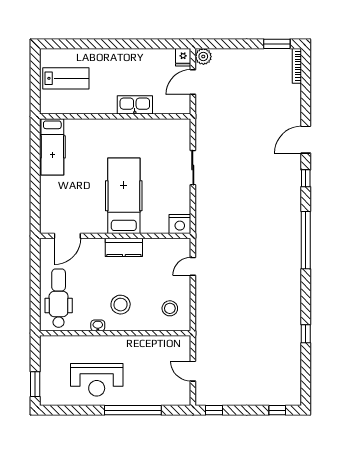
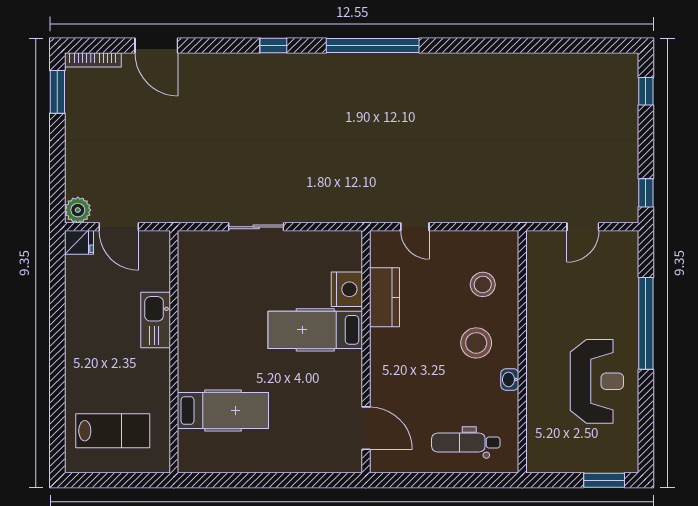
lab bench: (66, 78) -> (113, 431), turned 90
door: (306, 140) -> (156, 46), moved
hospital bed: (52, 147) -> (223, 411), moved
hospital bed: (124, 196) -> (315, 330), width x0.73, depth x0.78
nightstand: (180, 224) -> (347, 289), moved
kitchen counter: (124, 247) -> (384, 297), moved
dental chair: (59, 298) -> (466, 442), width x0.73, depth x0.72
stool: (170, 308) -> (483, 284), moved
window: (306, 334) -> (523, 46), removed

